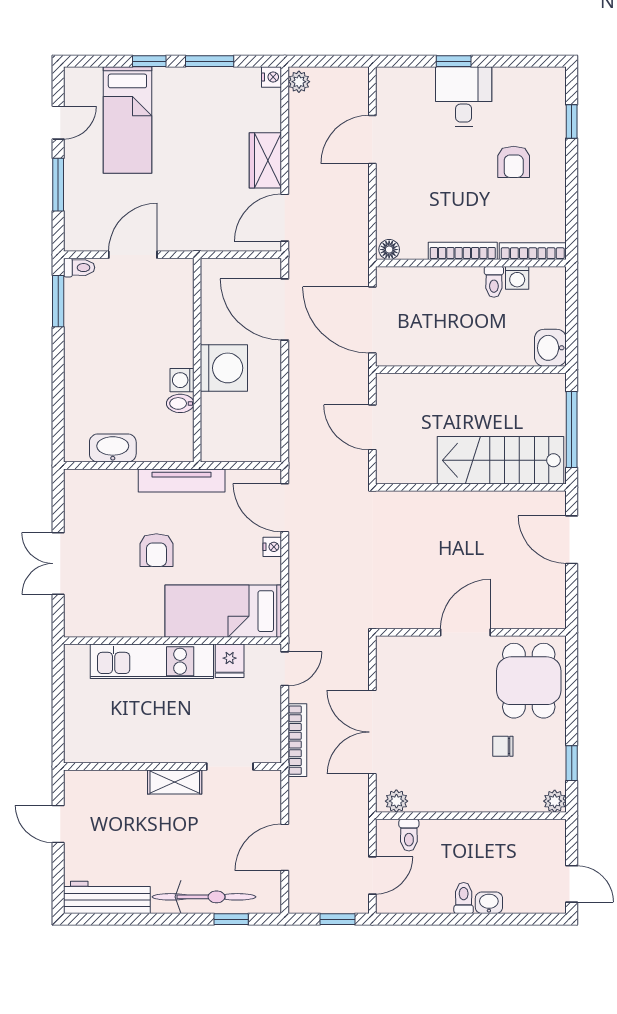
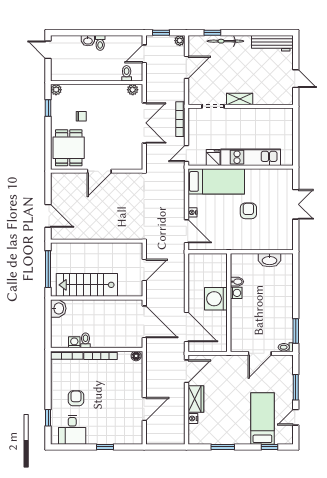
window: (149, 61) -> (269, 447), moved
nightstand: (272, 77) -> (193, 418), moved
plant: (299, 82) -> (180, 41), moved
desk: (464, 97) -> (72, 430), moved
door: (372, 427) -> (144, 270), hinge flipped
stairs: (500, 460) -> (87, 285), moved, turned 180
tv unit: (182, 480) -> (236, 244), removed
bicycle: (204, 897) -> (225, 41), width x0.73, depth x0.71

